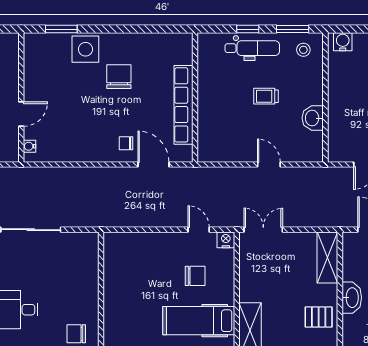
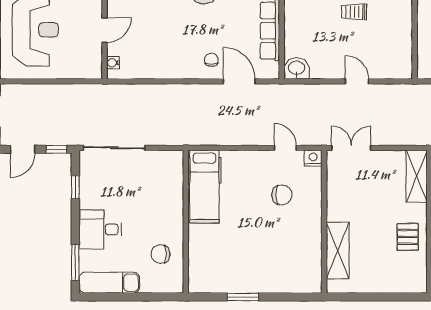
washbasin: (313, 118) -> (297, 68), moved, turned 90
chair: (126, 143) -> (211, 60), turned 90
pallet: (319, 317) -> (408, 237), turned 90
hospital bed: (199, 321) -> (204, 187), moved, turned -90

